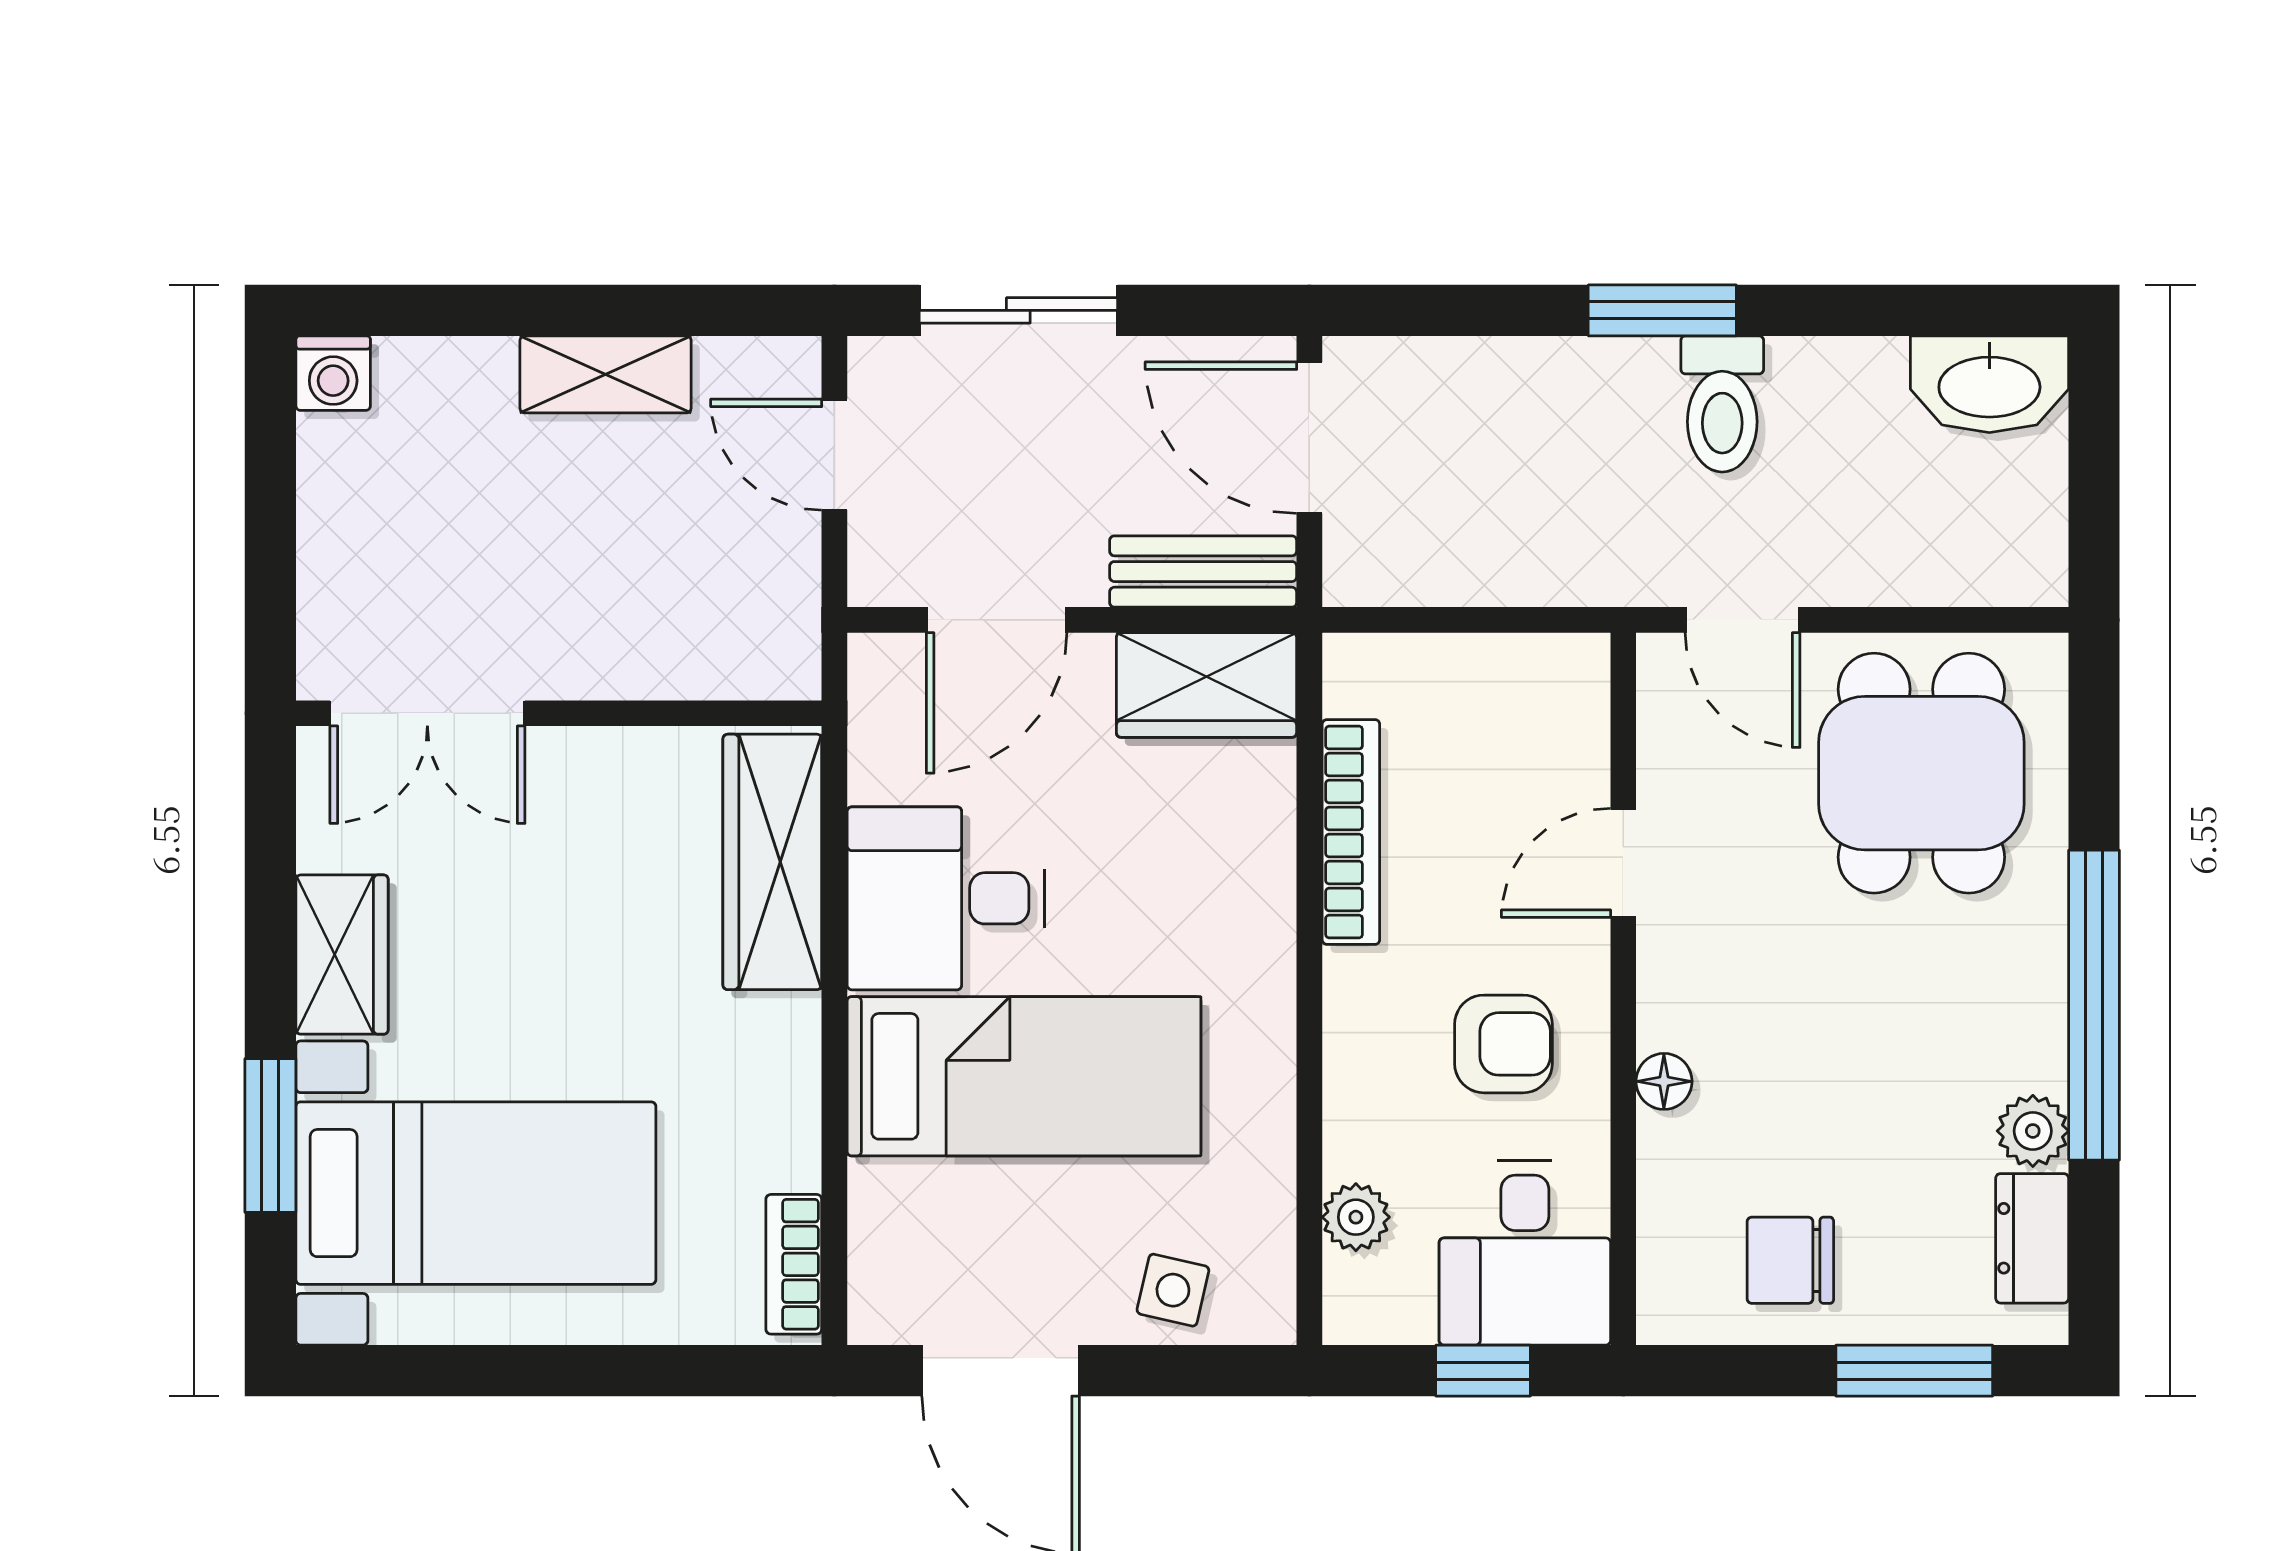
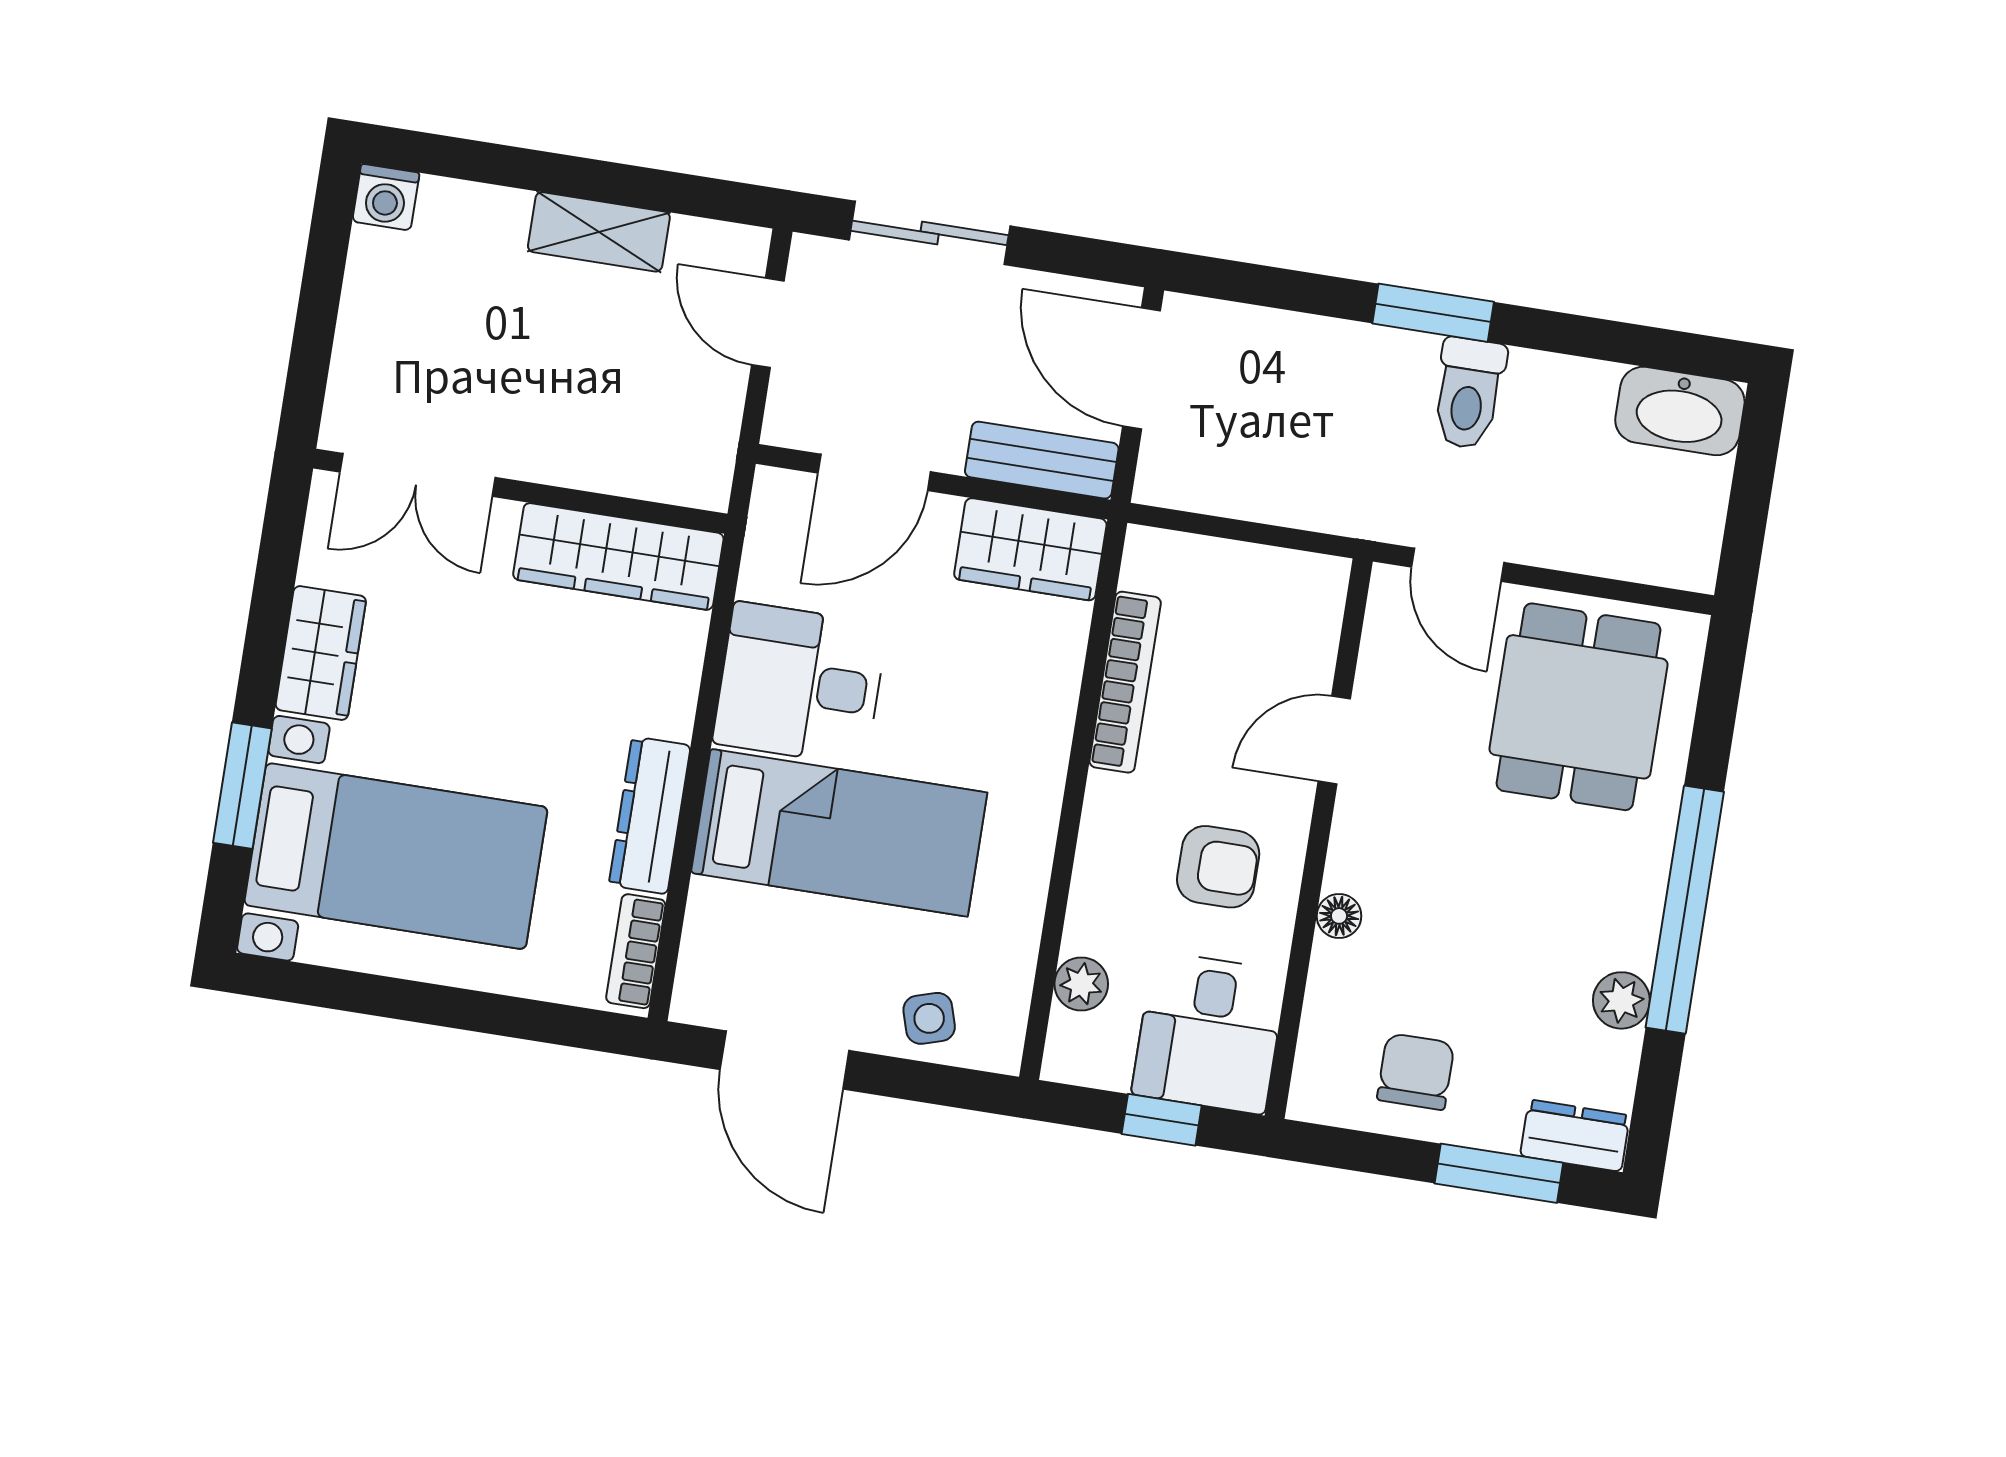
wardrobe: (772, 862) -> (618, 556), moved, turned -90
dresser: (784, 1092) -> (650, 815), added
dresser: (2032, 1238) -> (1575, 1136), moved, turned 90
chair: (1790, 1260) -> (1416, 1072), turned 90
side table: (1173, 1290) -> (929, 1018), turned -30

